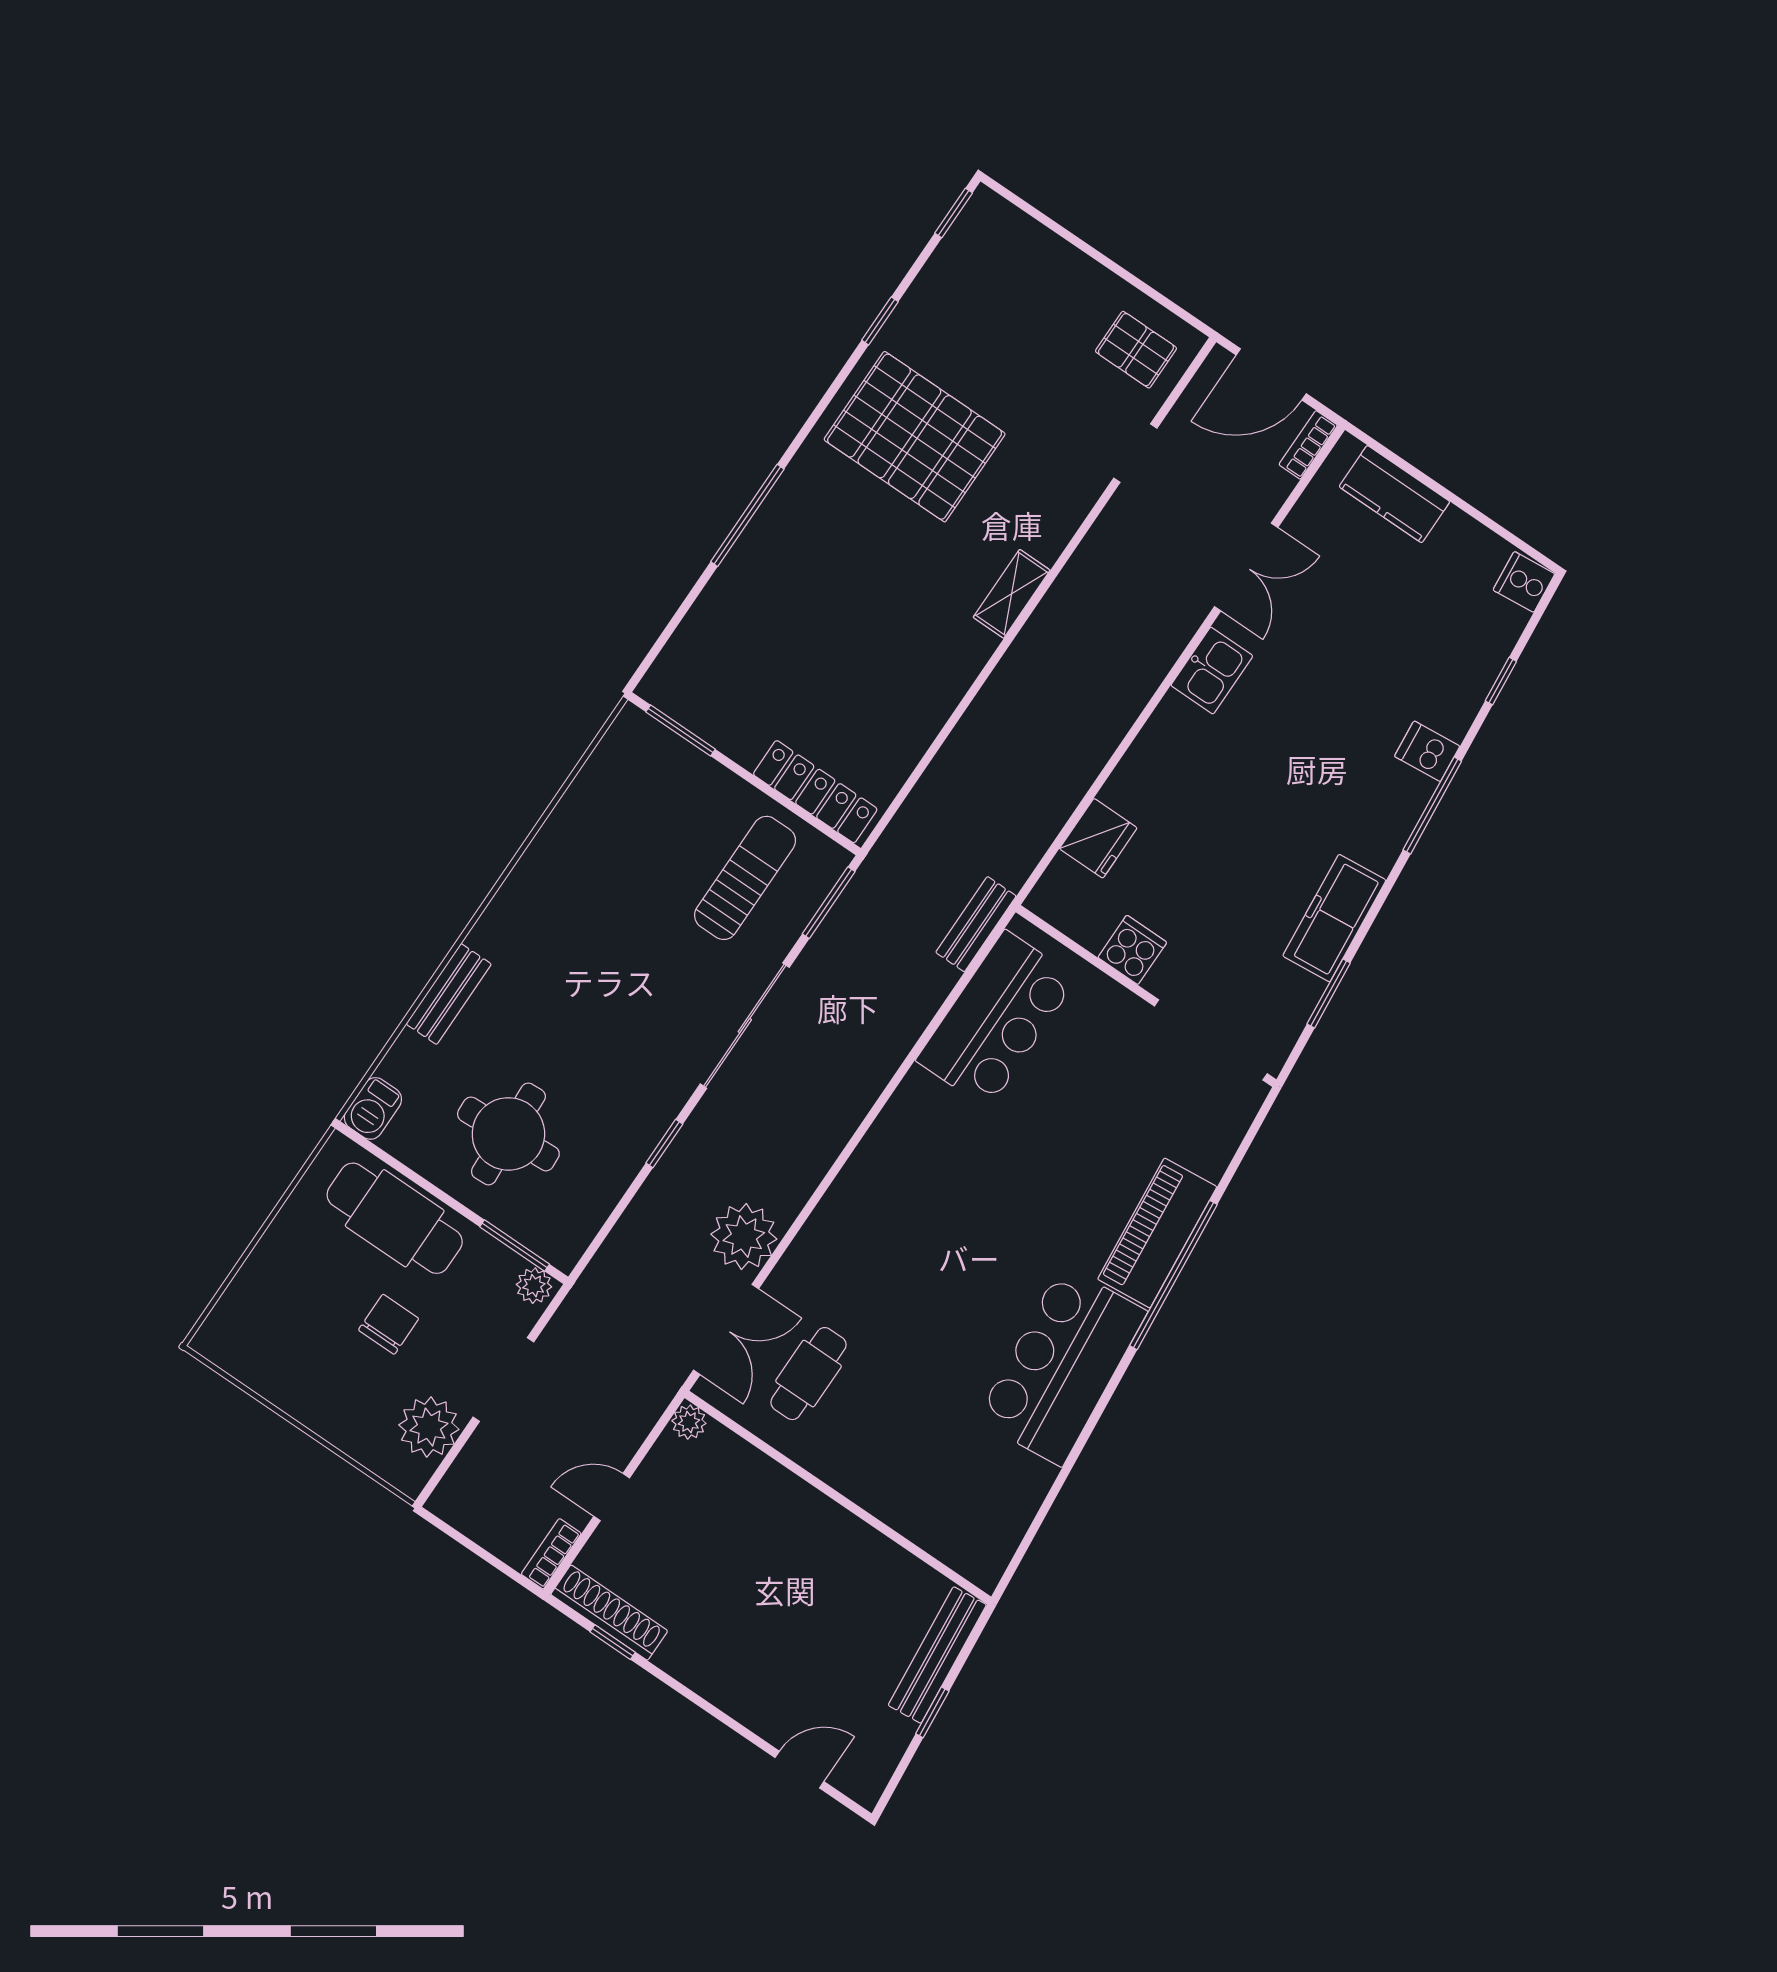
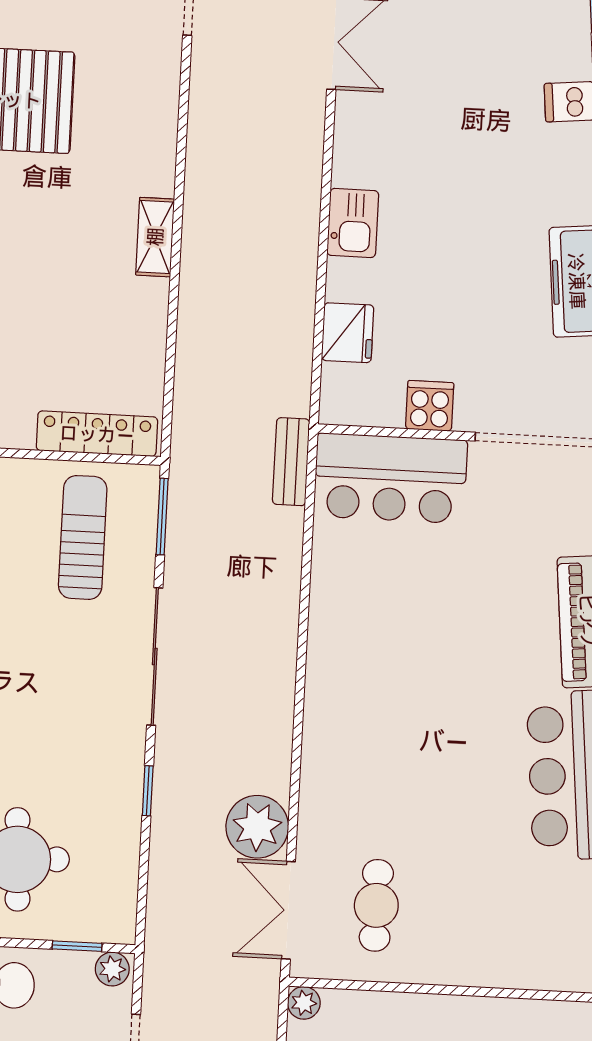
shelving: (1012, 594) -> (155, 237), moved
kitchen sink: (1212, 671) -> (353, 223), moved
bar counter: (996, 1020) -> (390, 478), moved, turned 90
window: (515, 1245) -> (77, 946), width x0.67
double door: (726, 1329) -> (288, 910), swing flipped

